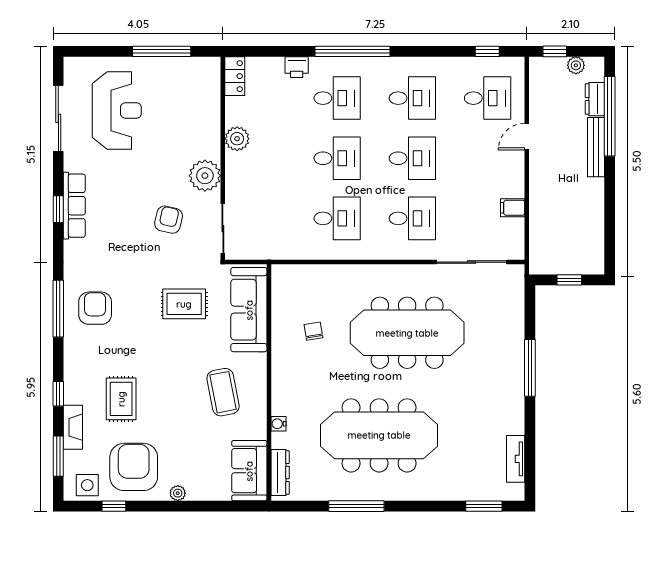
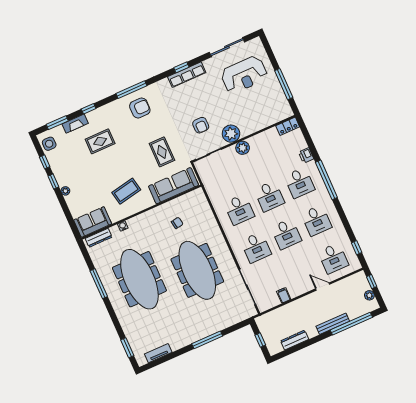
dresser: (595, 99) -> (295, 340), moved, width x1.44
plant: (237, 139) -> (243, 148), moved
armchair: (169, 220) -> (201, 125), turned 77
armchair: (134, 467) -> (69, 163), removed
window: (153, 506) -> (53, 181), added

